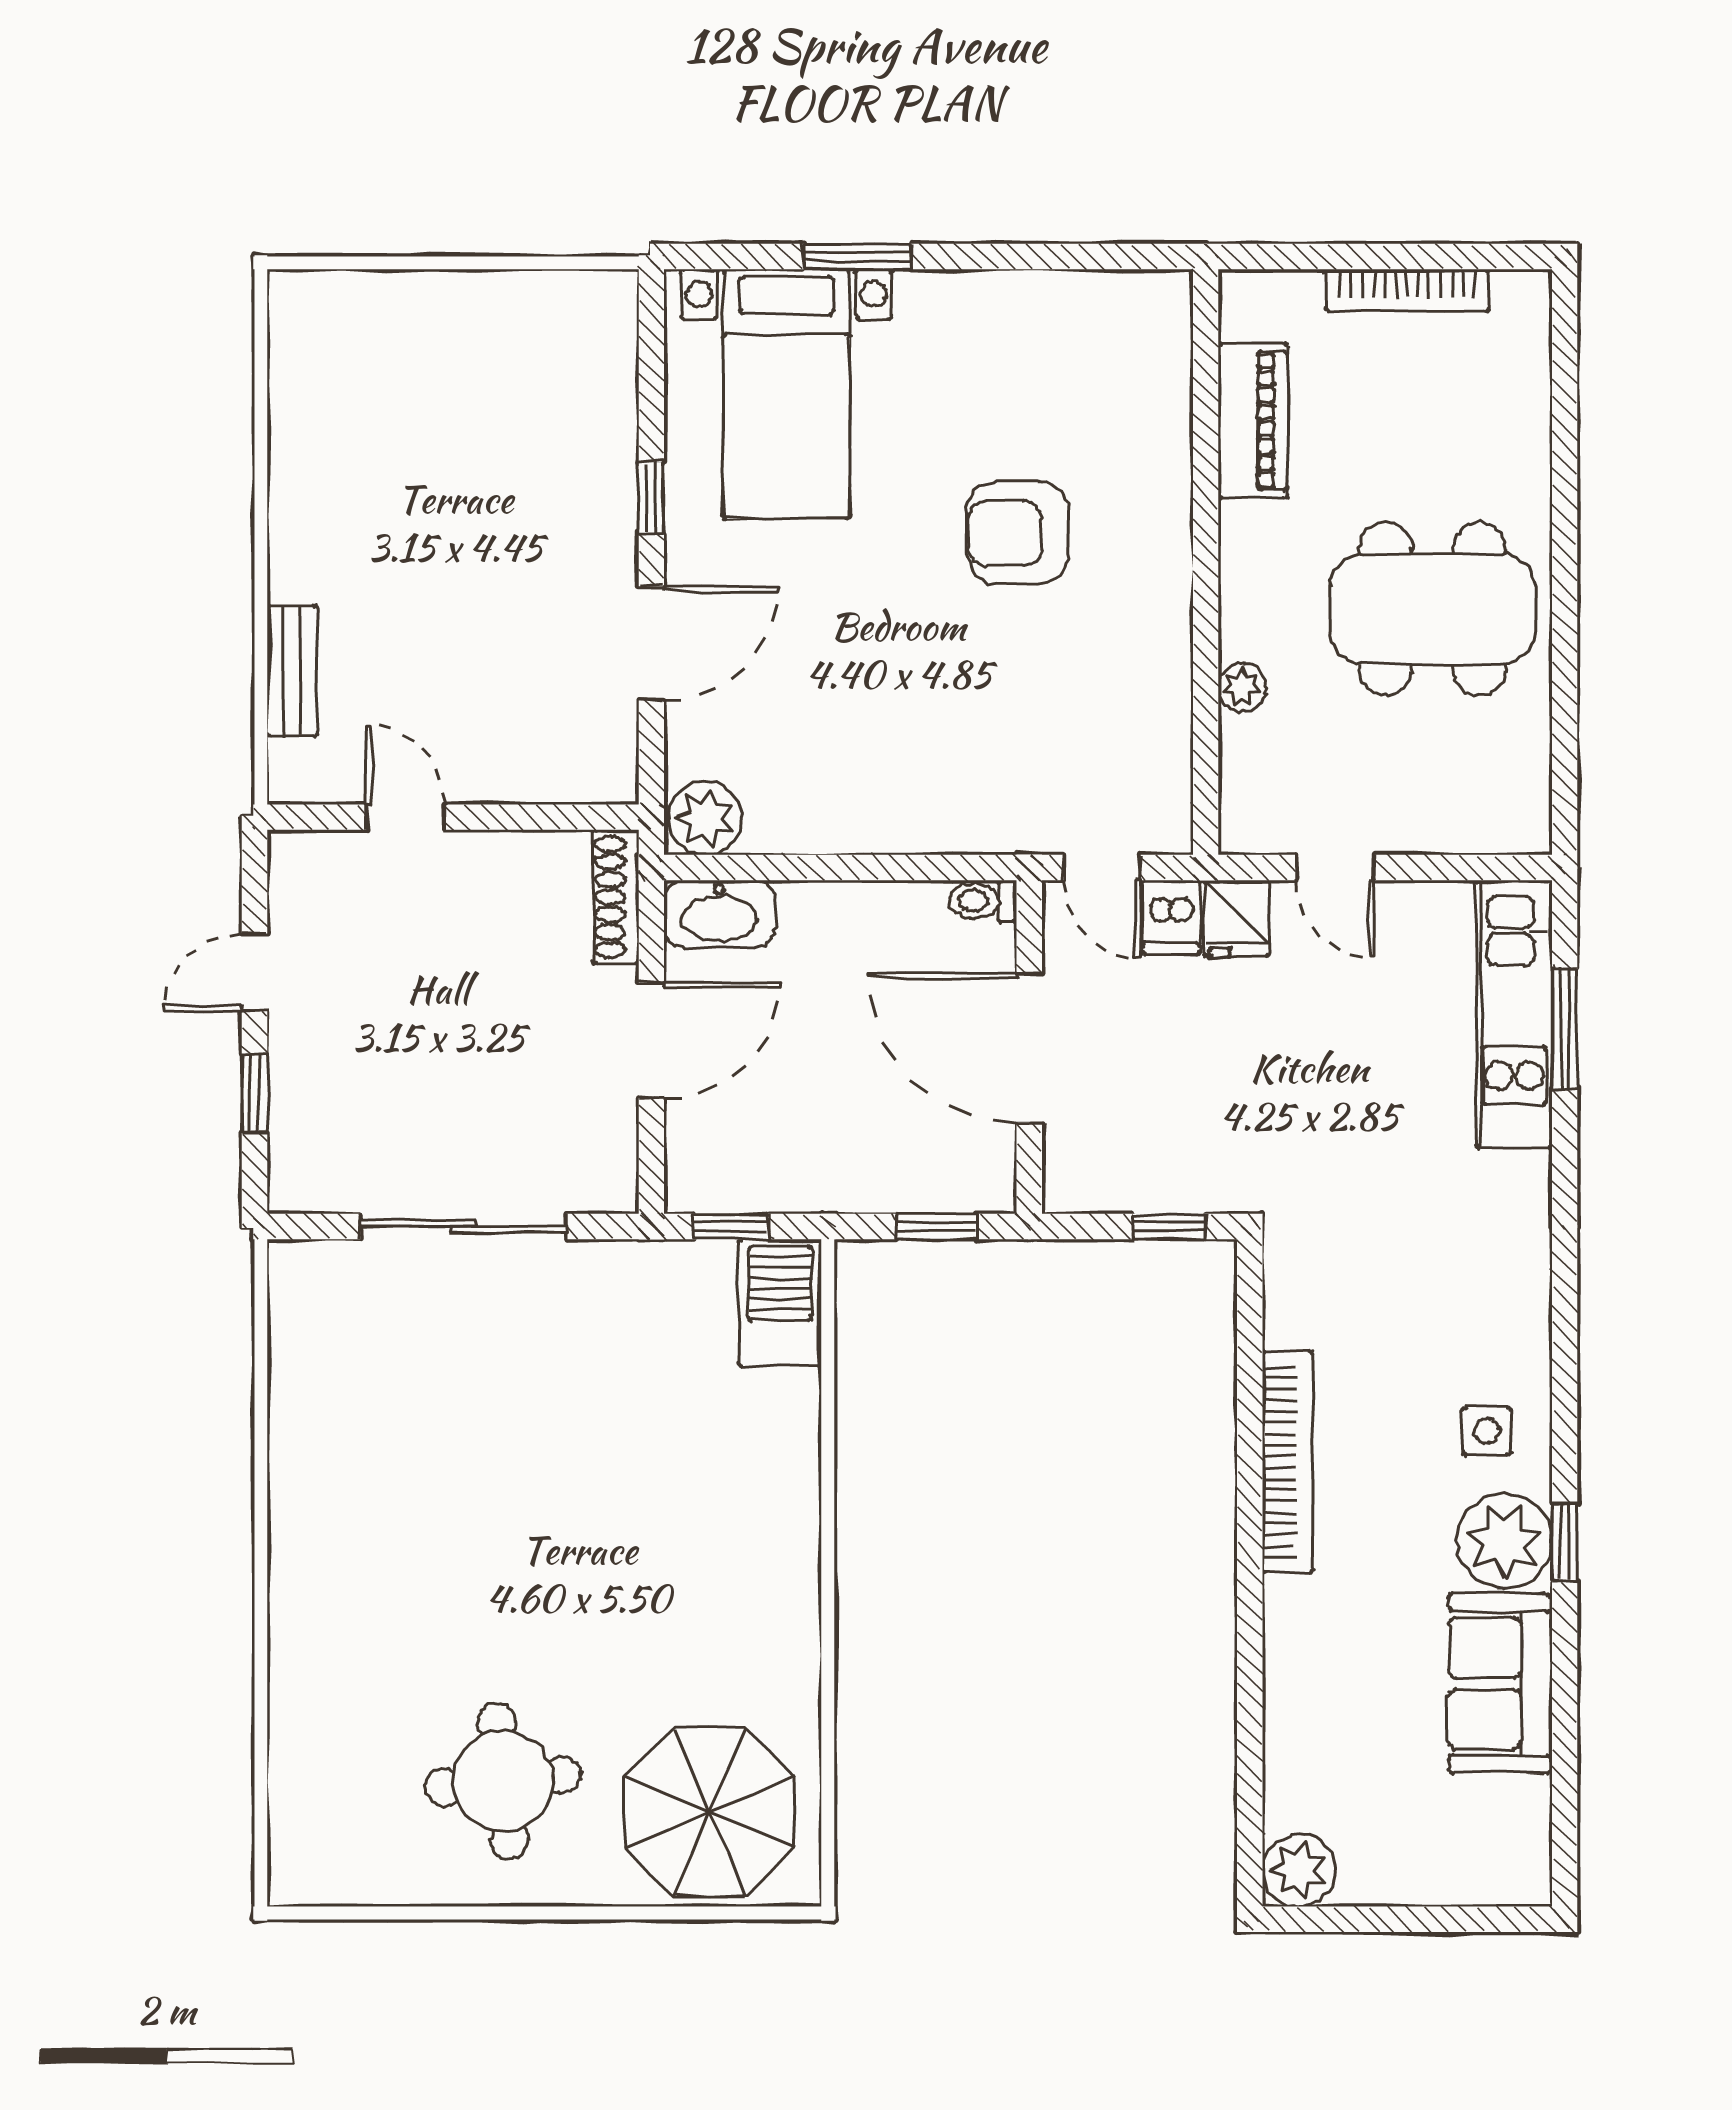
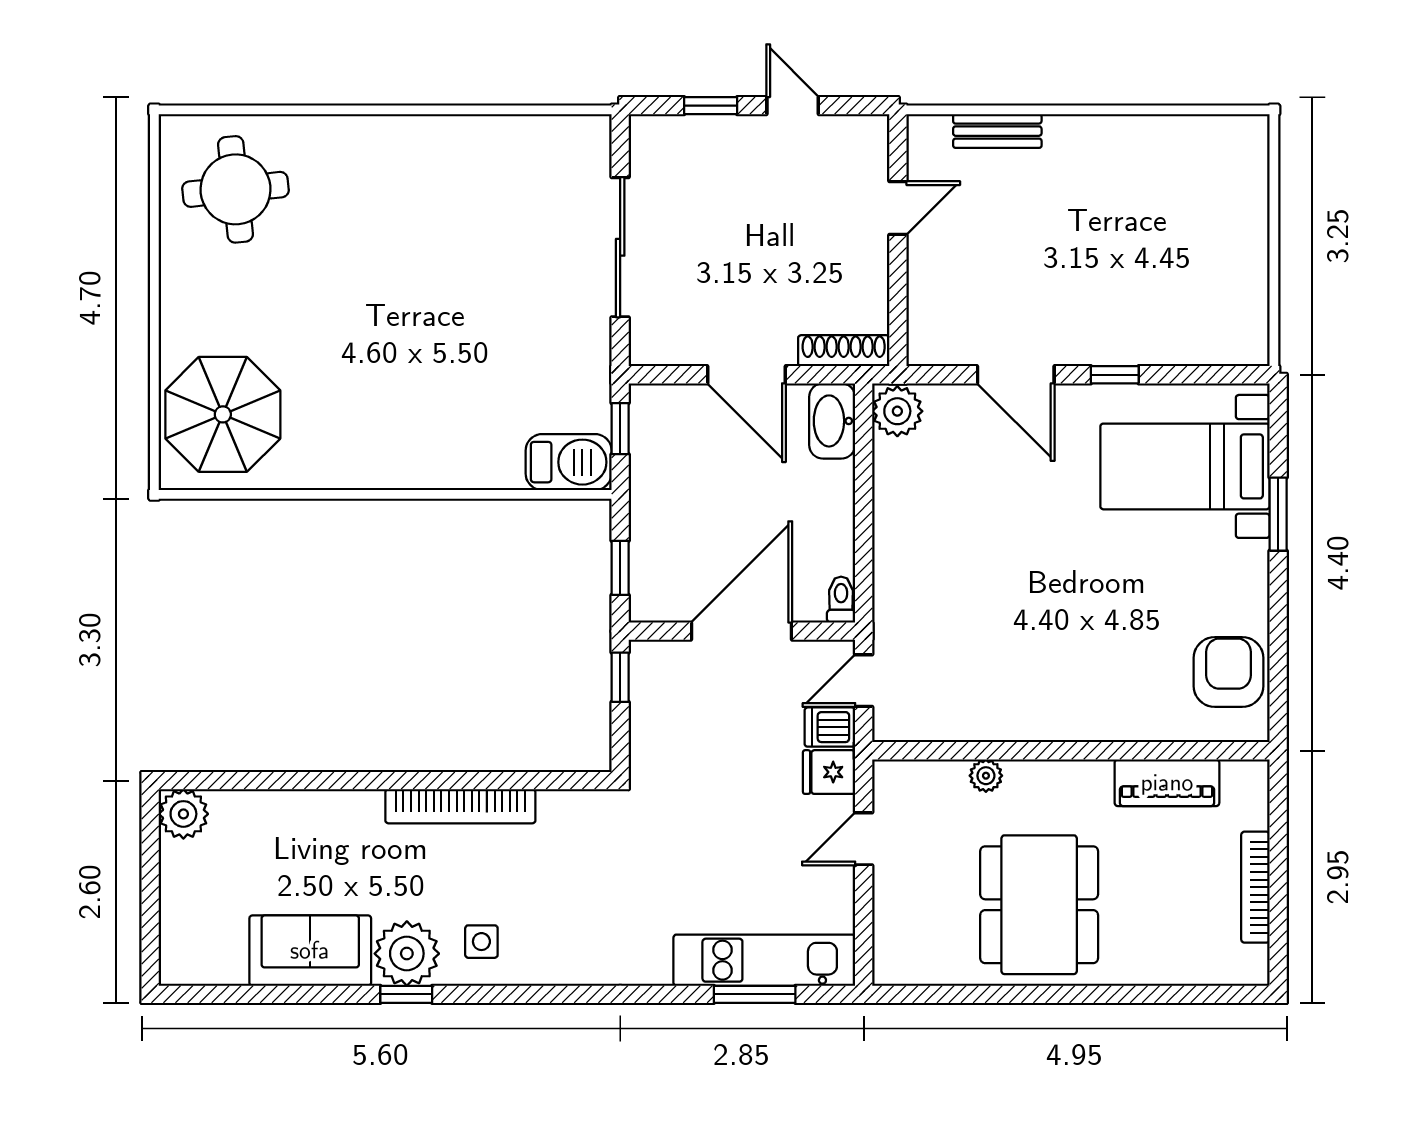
armchair: (1018, 533) -> (1229, 672), moved
window: (1169, 1226) -> (620, 677), moved
round table: (503, 1781) -> (235, 189), moved

